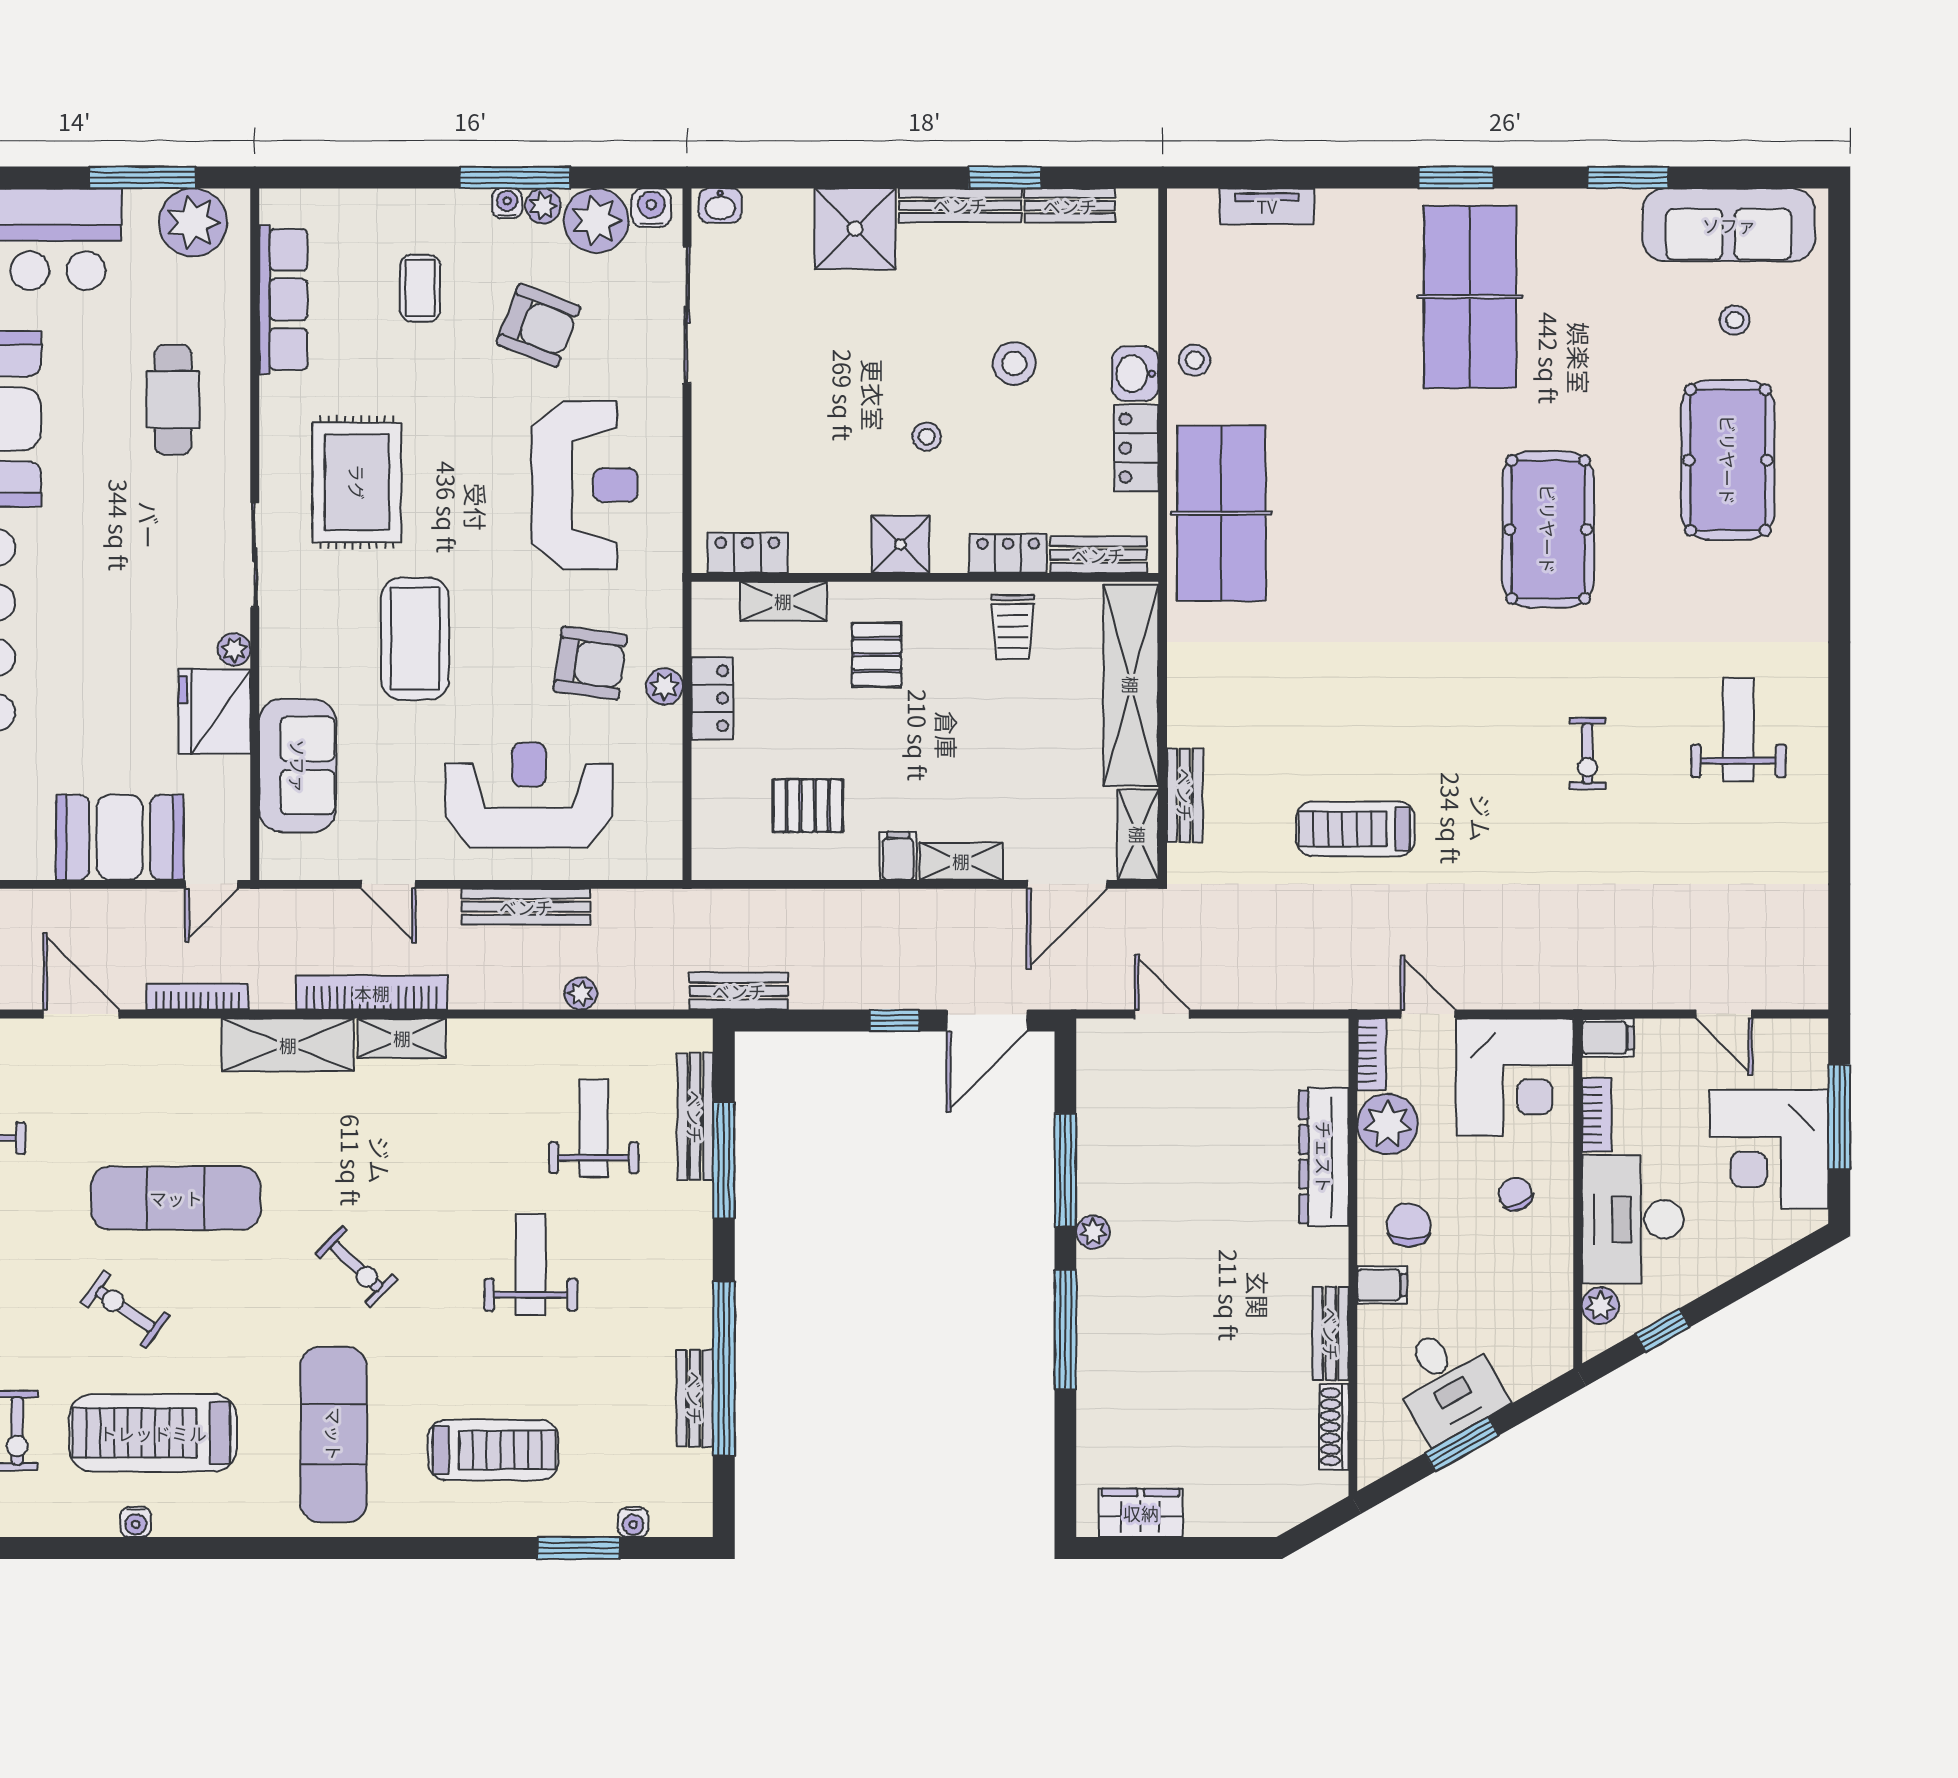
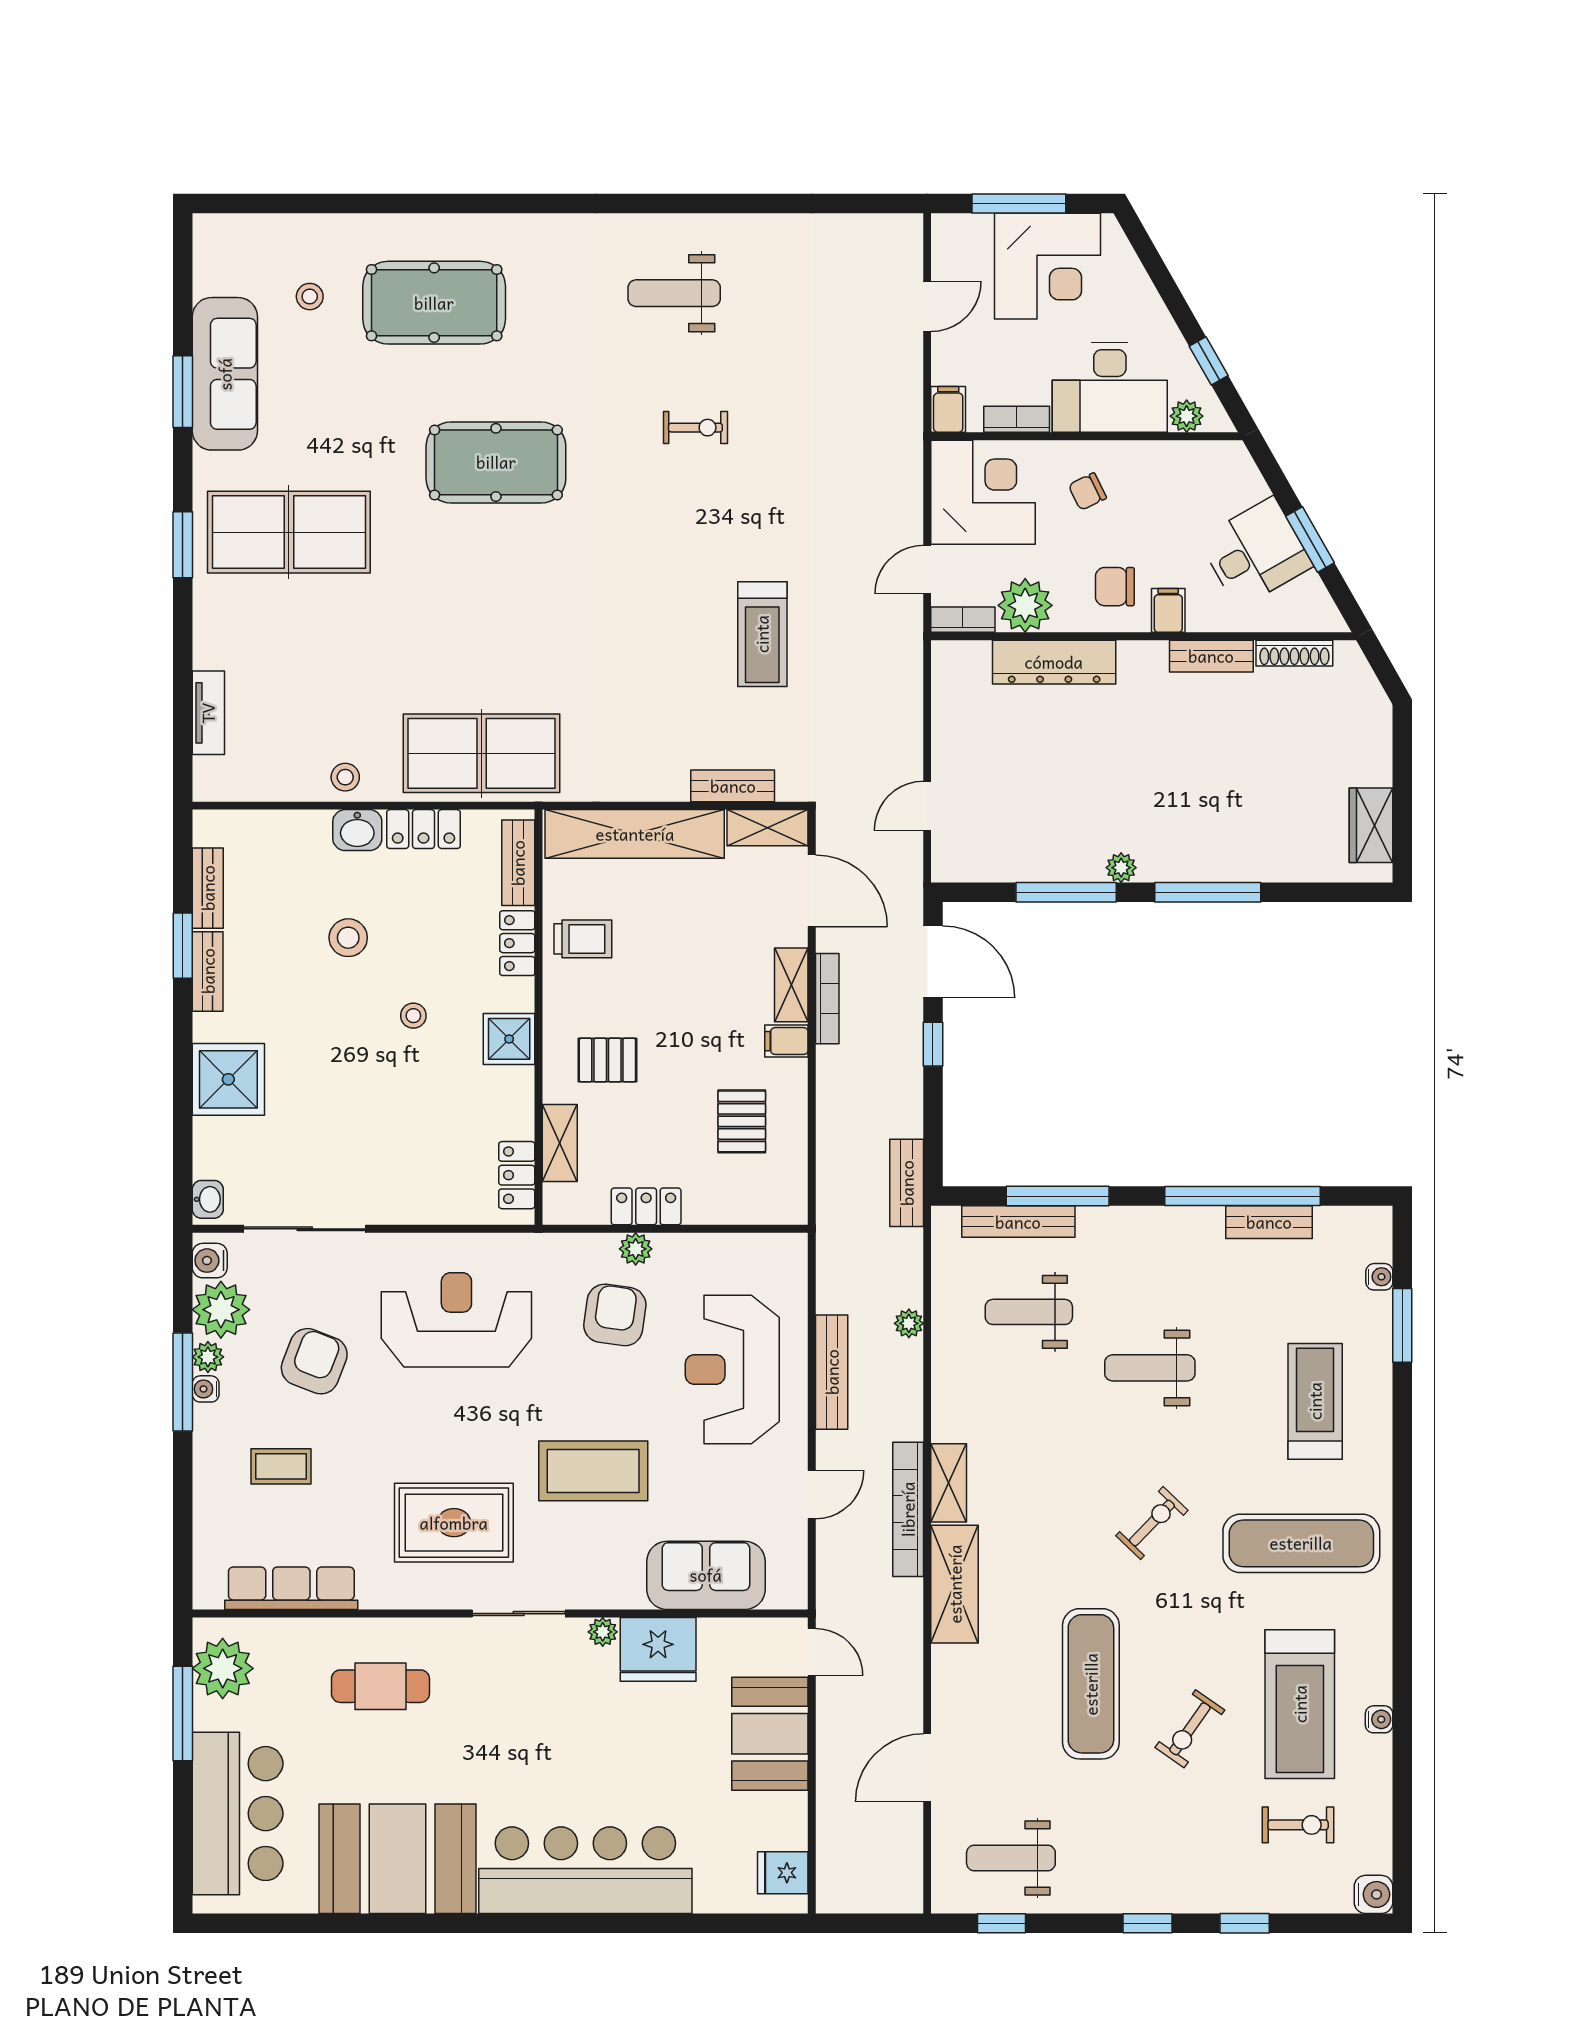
bench: (960, 205) -> (208, 971), width x0.73
sofa: (1729, 225) -> (225, 374), moved
bookcase: (197, 997) -> (827, 999), moved, turned 180

